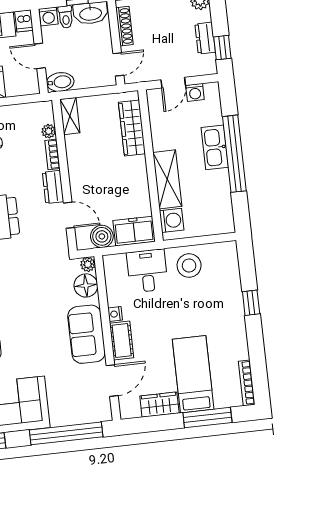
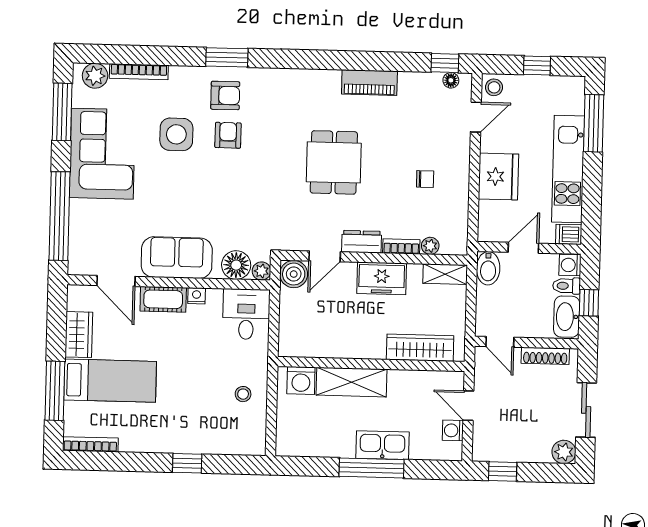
dresser: (205, 38) -> (517, 452), removed
window: (234, 154) -> (371, 468), width x0.68
freezer: (134, 231) -> (382, 278), moved, turned 90
boiler: (102, 236) -> (294, 274), moved
stool: (189, 266) -> (243, 394), width x0.53, depth x0.53
desk: (147, 271) -> (246, 314), moved, turned -90

